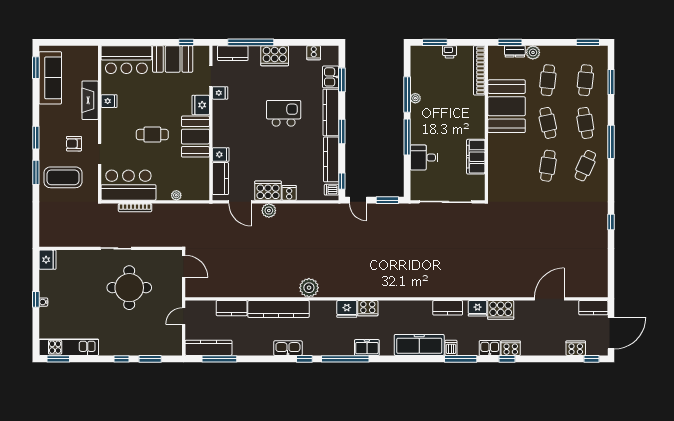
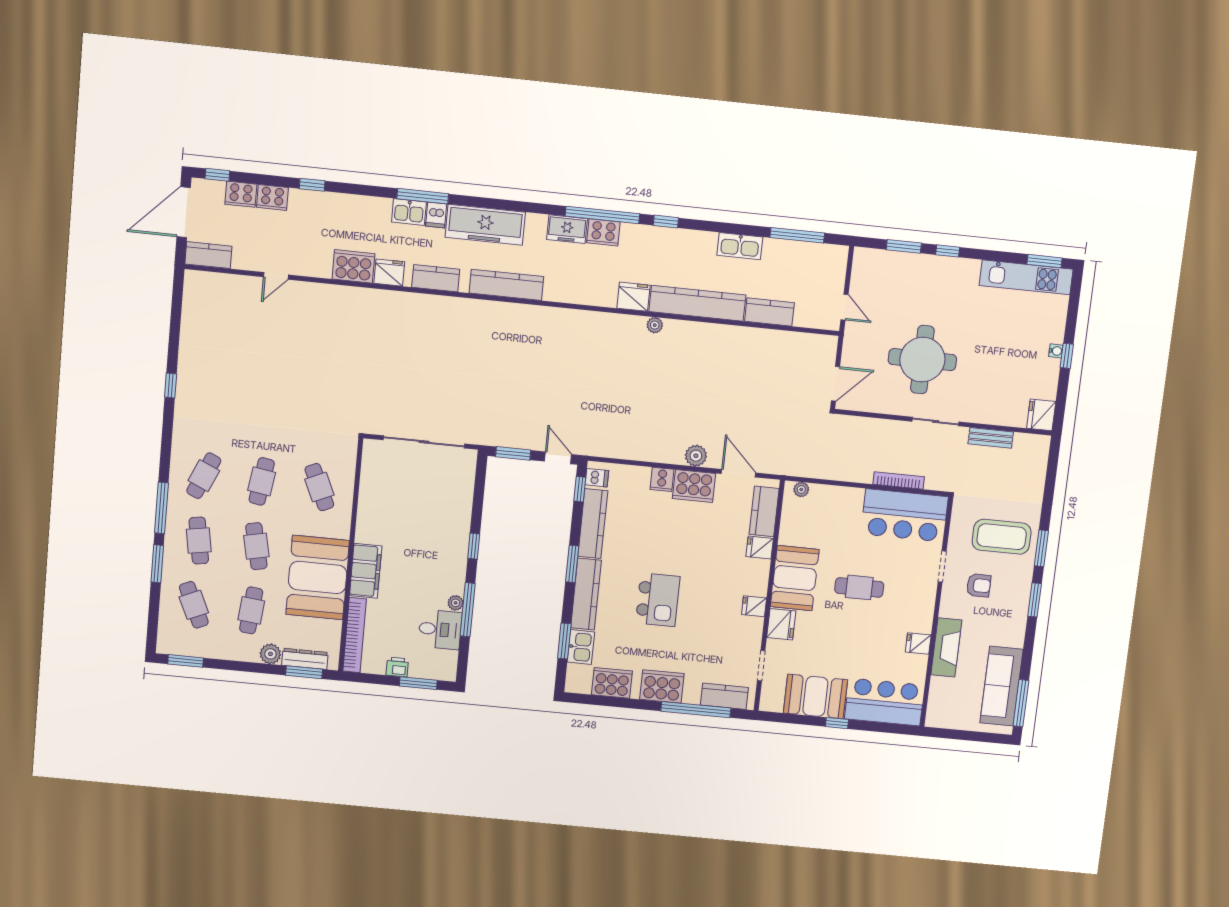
window: (186, 42) -> (837, 723), moved
dresser: (515, 51) -> (305, 659), width x1.44
cooker: (314, 53) -> (612, 683), width x1.87, depth x1.31
window: (36, 68) -> (1021, 703), width x1.44
cafe table: (585, 80) -> (194, 605), turned -30
window: (611, 82) -> (157, 564), moved
fridge: (220, 93) -> (754, 606), moved
kitchen island: (284, 113) -> (658, 600), turned -90
window: (407, 137) -> (474, 546), width x0.46
filing cabinet: (476, 157) -> (366, 571), moved
desk: (424, 158) -> (440, 629), moved
cafe table: (510, 166) -> (319, 487), added
plant: (176, 195) -> (801, 489), moved
bench: (78, 241) -> (991, 438), added
door: (184, 266) -> (835, 384), swing flipped
plant: (309, 288) -> (655, 325), width x0.53, depth x0.53
door: (549, 299) -> (276, 276), width x0.53
cooker: (368, 308) -> (603, 232), moved, turned 180
fridge: (347, 309) -> (633, 297), moved
door: (184, 316) -> (844, 307), hinge flipped
kitchen counter: (209, 348) -> (506, 285), moved, turned 180
kitchen sink: (288, 348) -> (740, 246), moved
kitchen sink: (490, 348) -> (409, 212), moved
cooker: (511, 348) -> (272, 197), moved
window: (507, 359) -> (312, 185), moved

